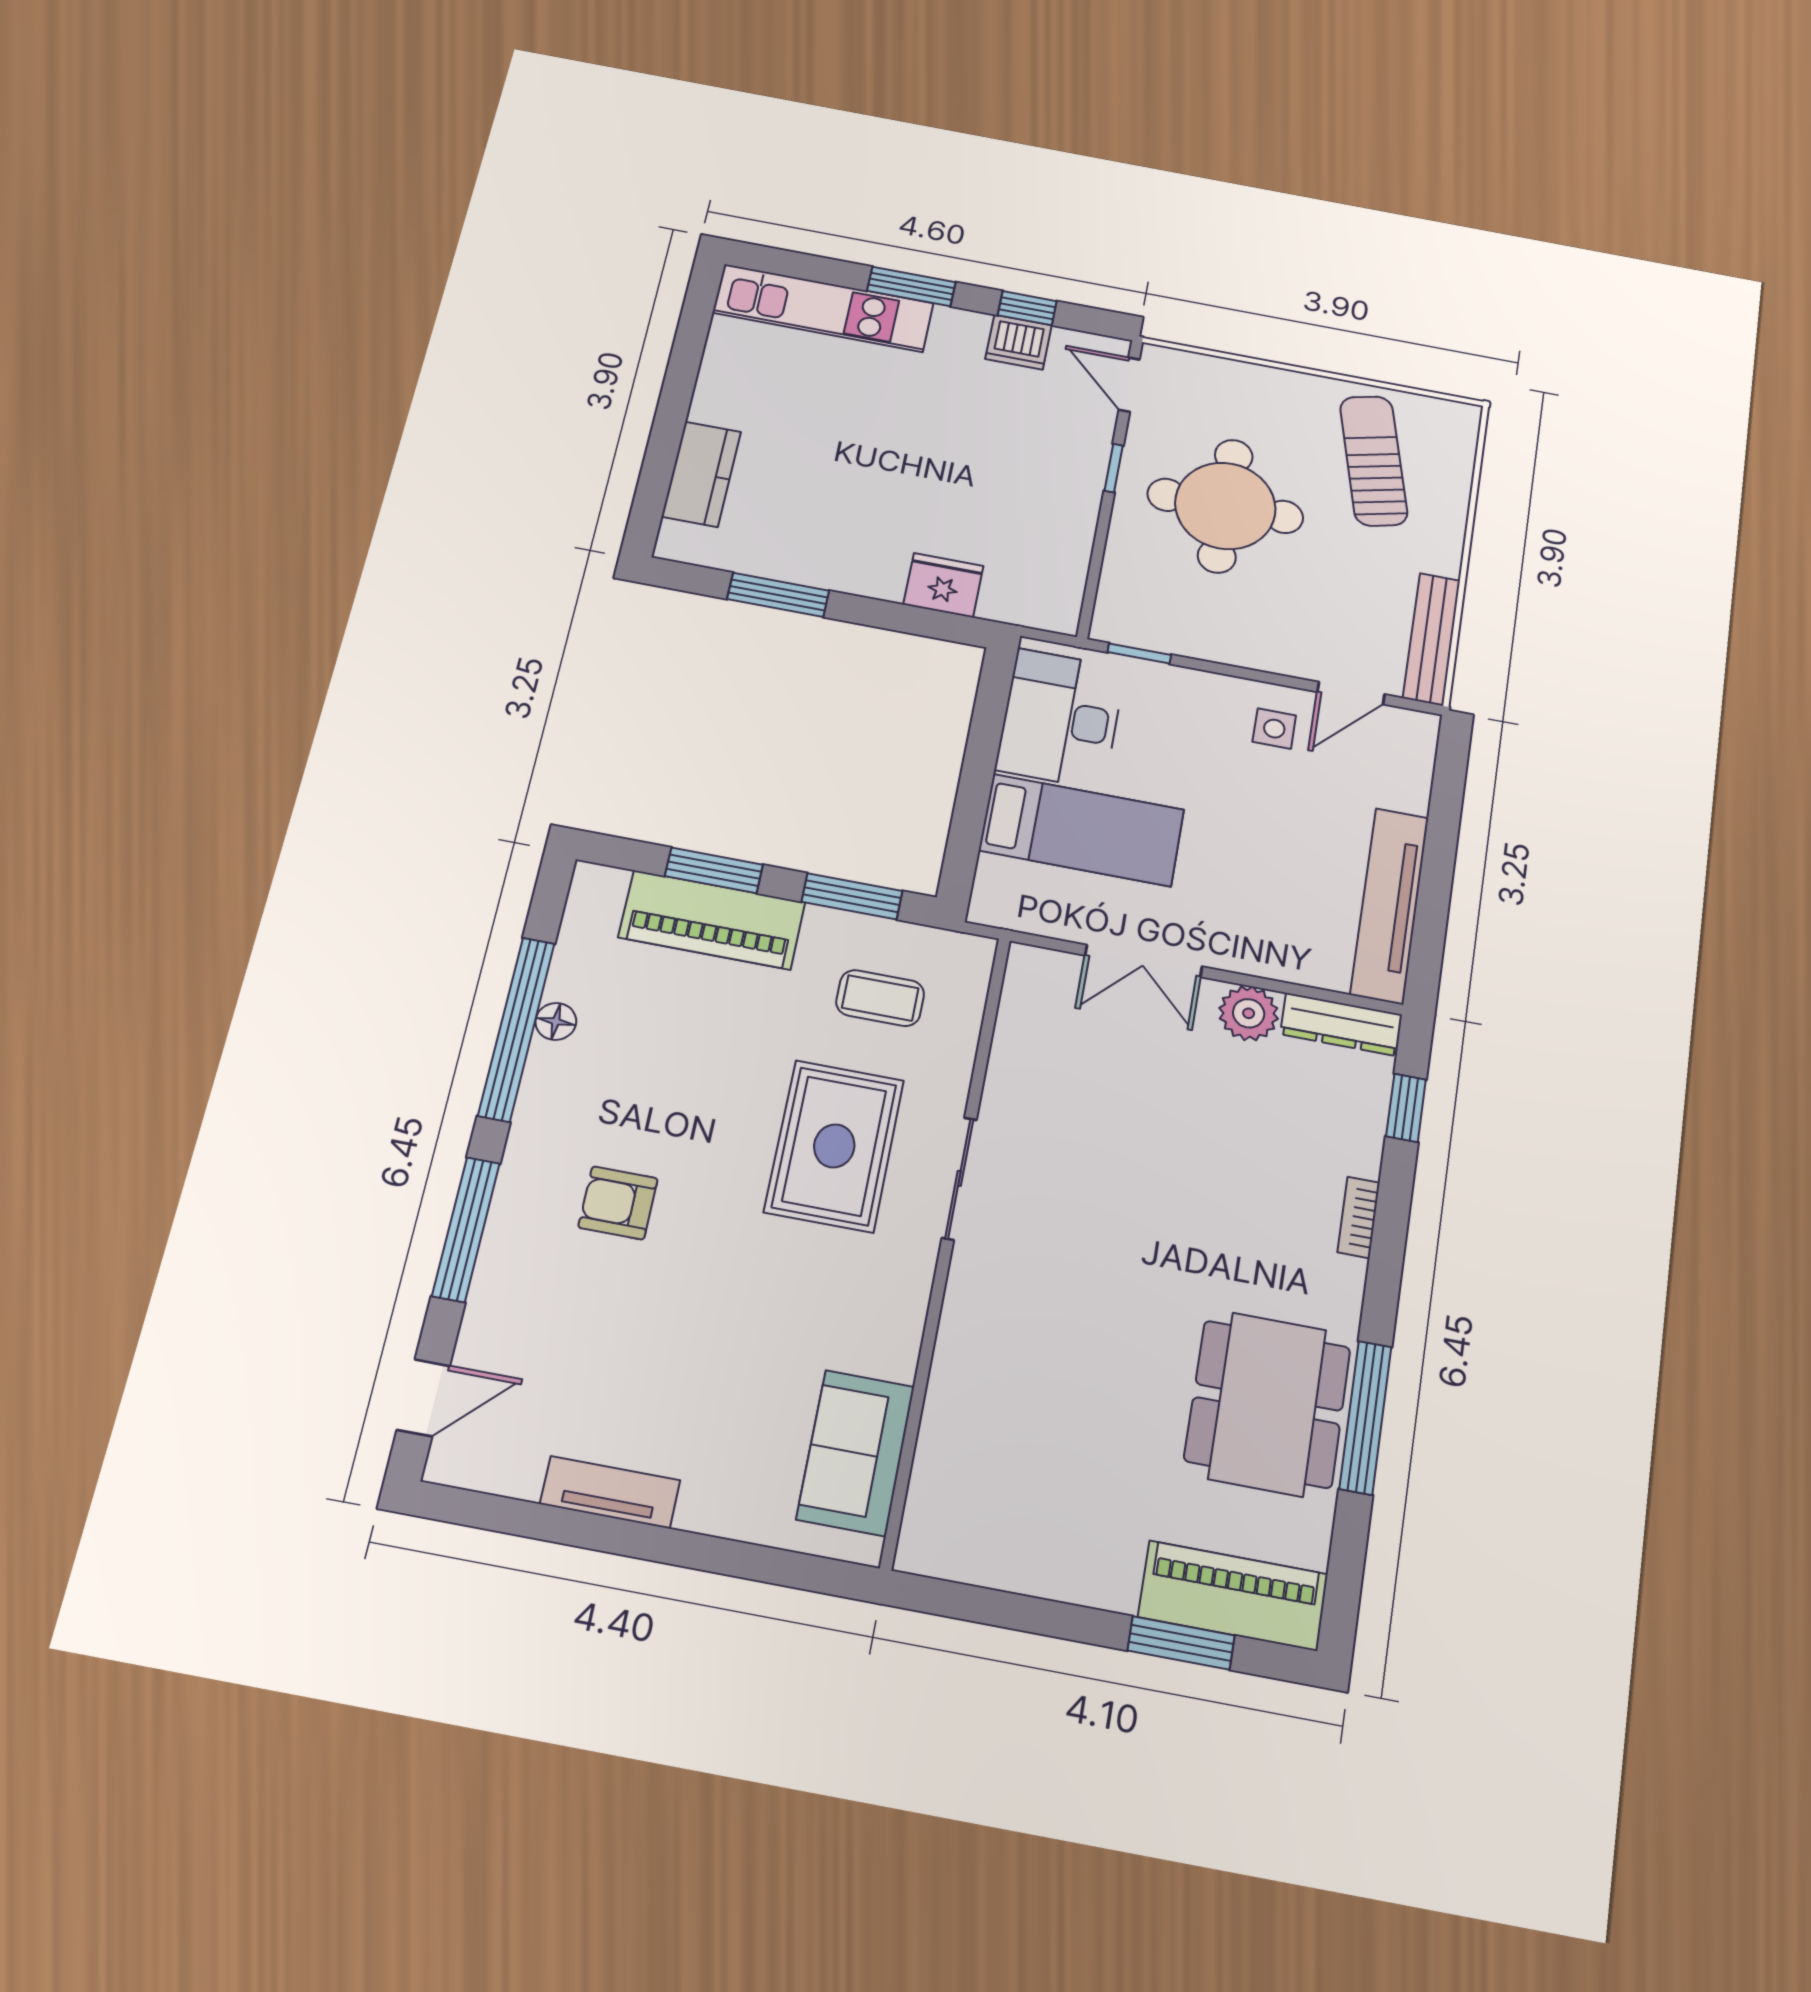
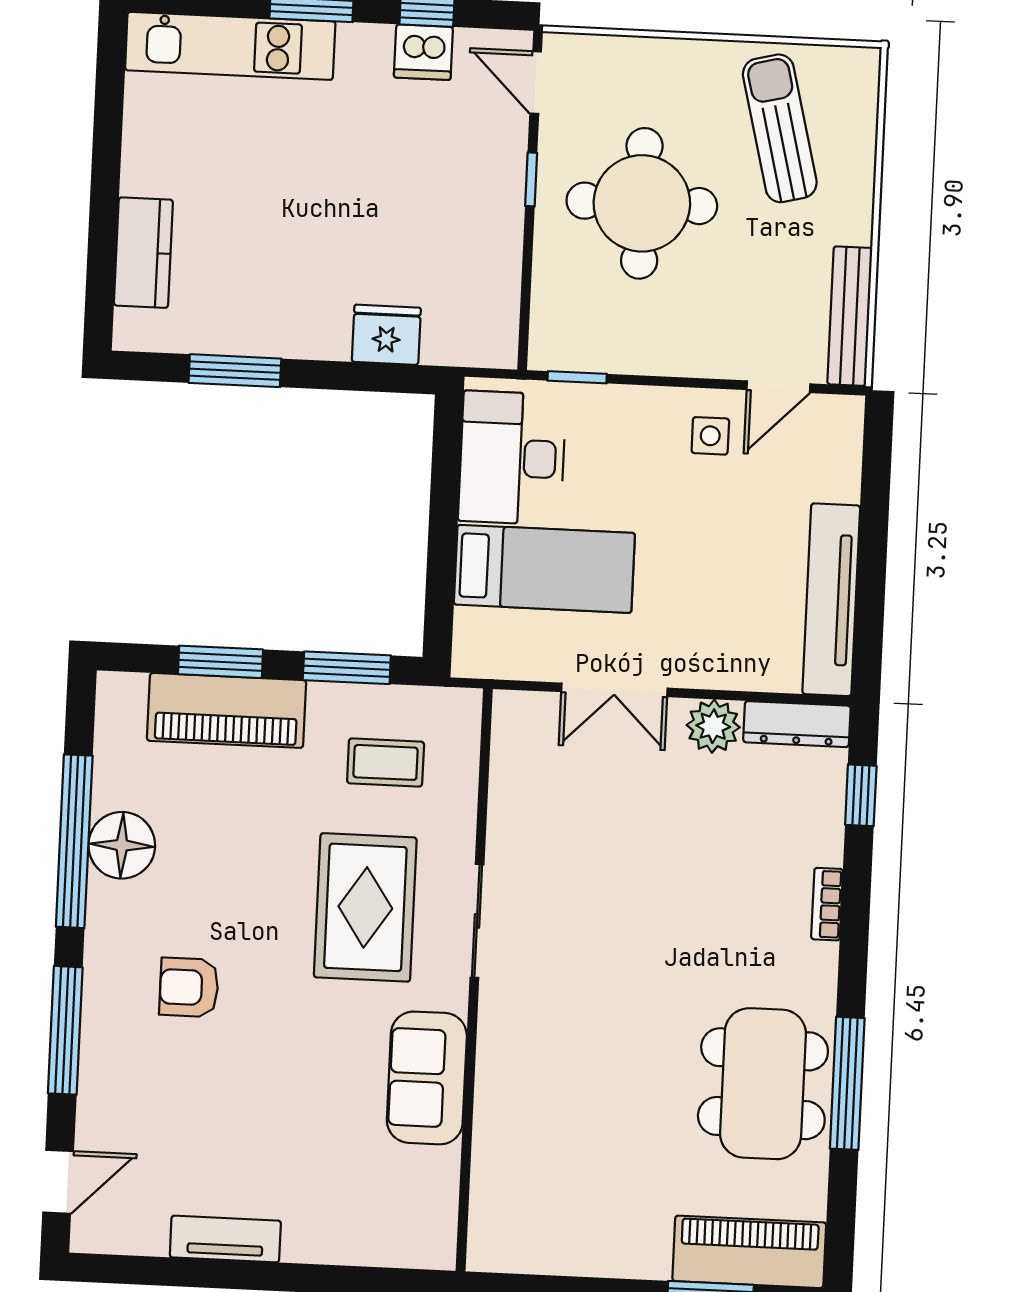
floor lamp: (556, 1021) -> (122, 845), width x1.89, depth x1.89
sofa: (856, 1453) -> (427, 1078), moved

